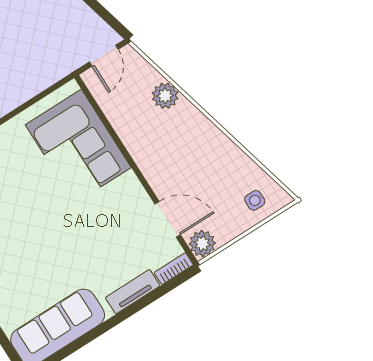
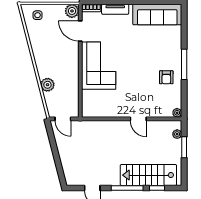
door: (104, 56) -> (63, 119), swing flipped
corner sofa: (78, 146) -> (99, 66), moved

